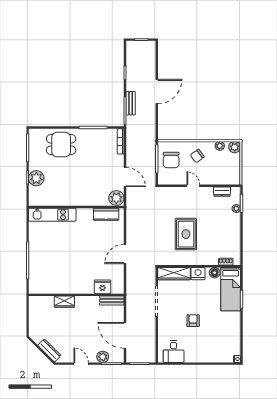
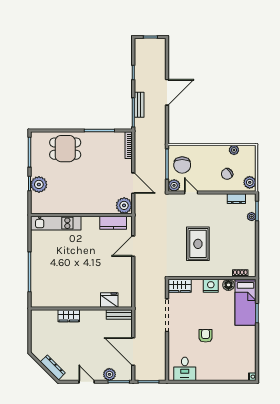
plant: (235, 147) -> (250, 182), moved
chair: (197, 156) -> (227, 174), moved
plant: (163, 179) -> (174, 185), added
door: (193, 186) -> (191, 192), moved
door: (125, 254) -> (133, 246), moved
wardrobe: (174, 274) -> (180, 286), width x0.67

